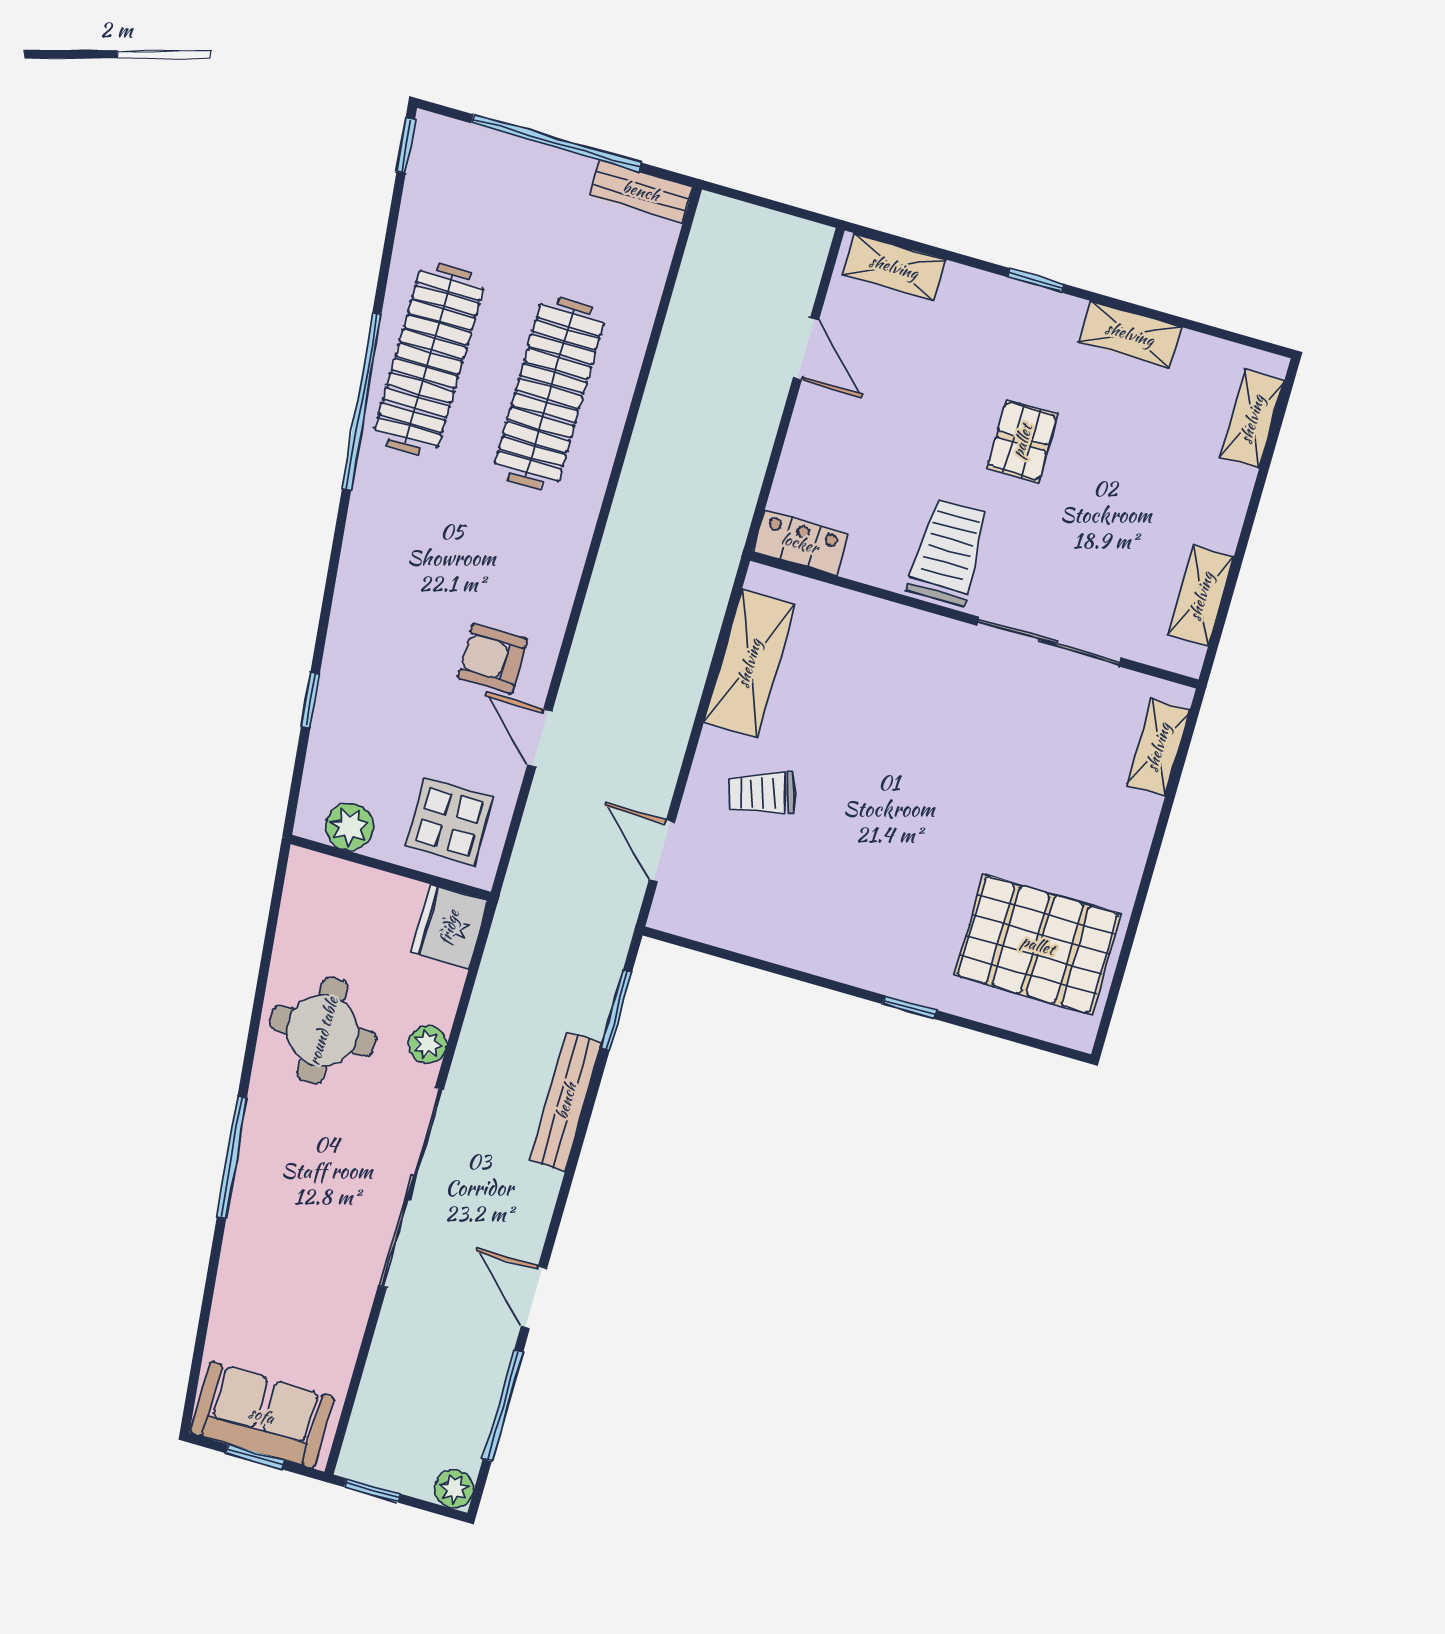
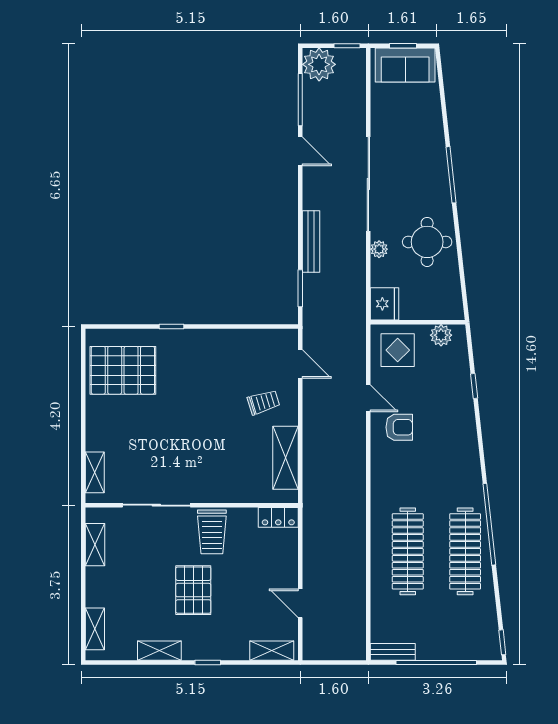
pallet: (1022, 441) -> (193, 590), width x1.50, depth x1.42
plant: (454, 1489) -> (319, 64), width x1.88, depth x1.88

